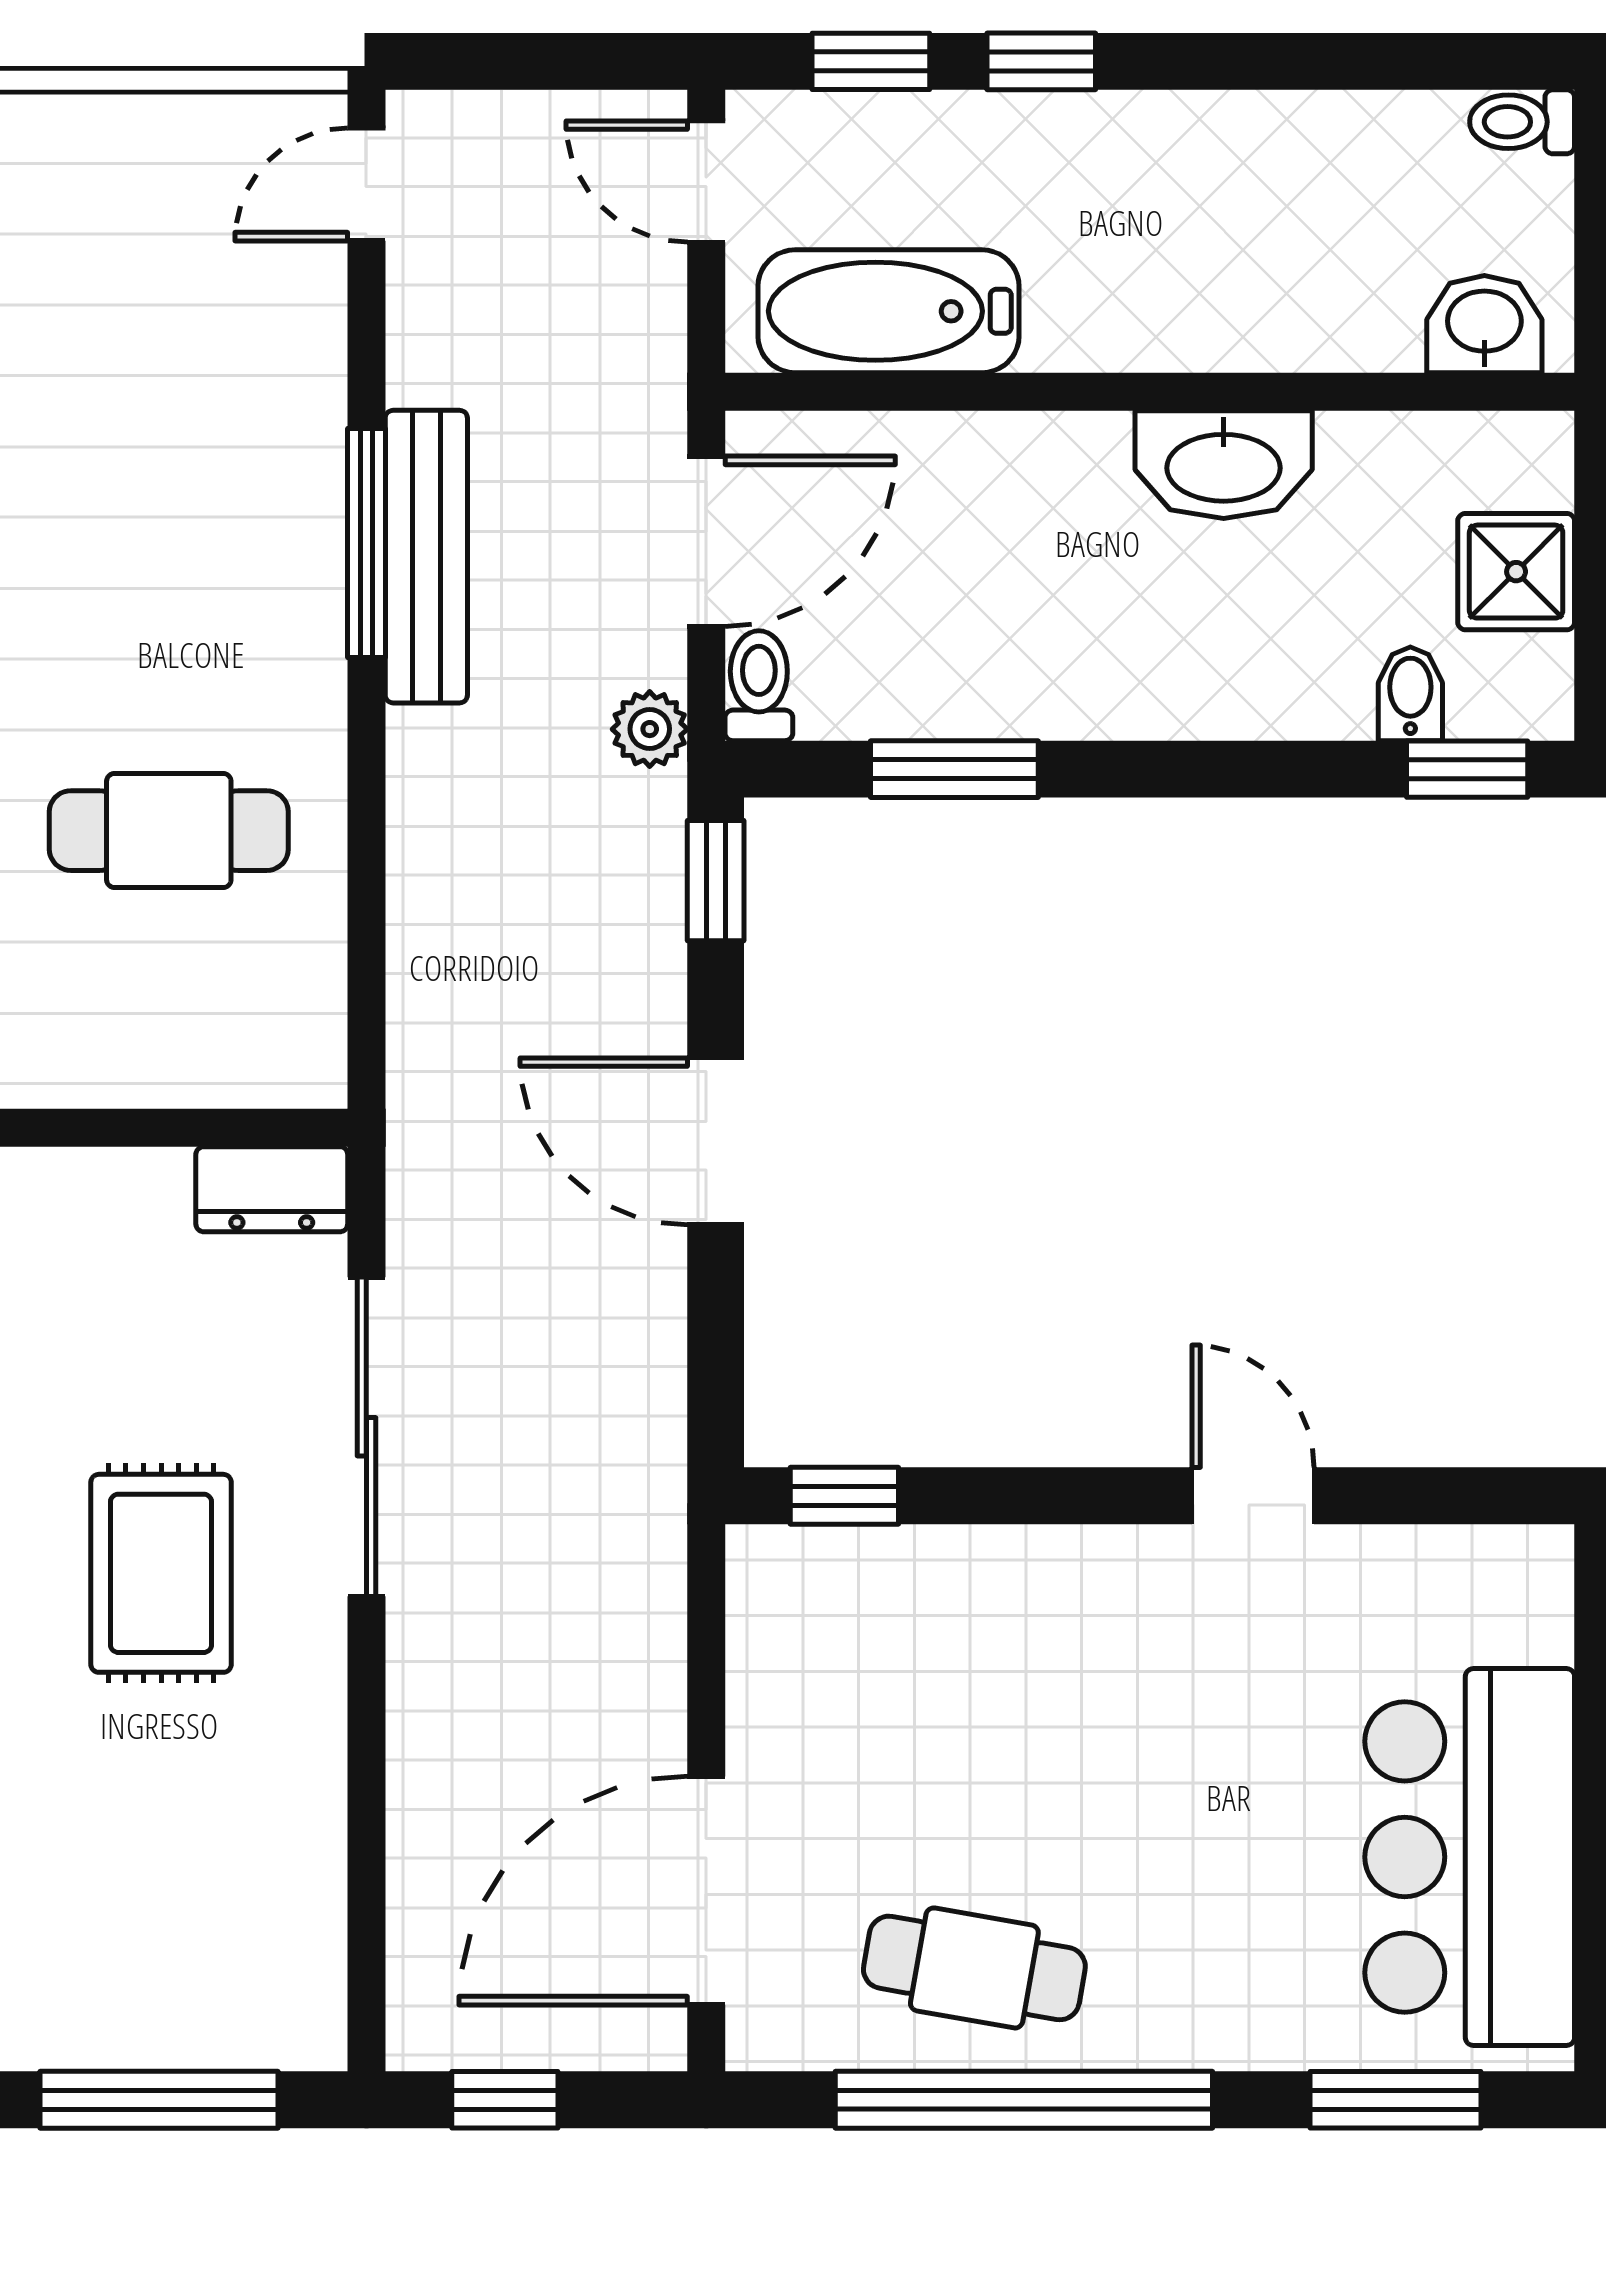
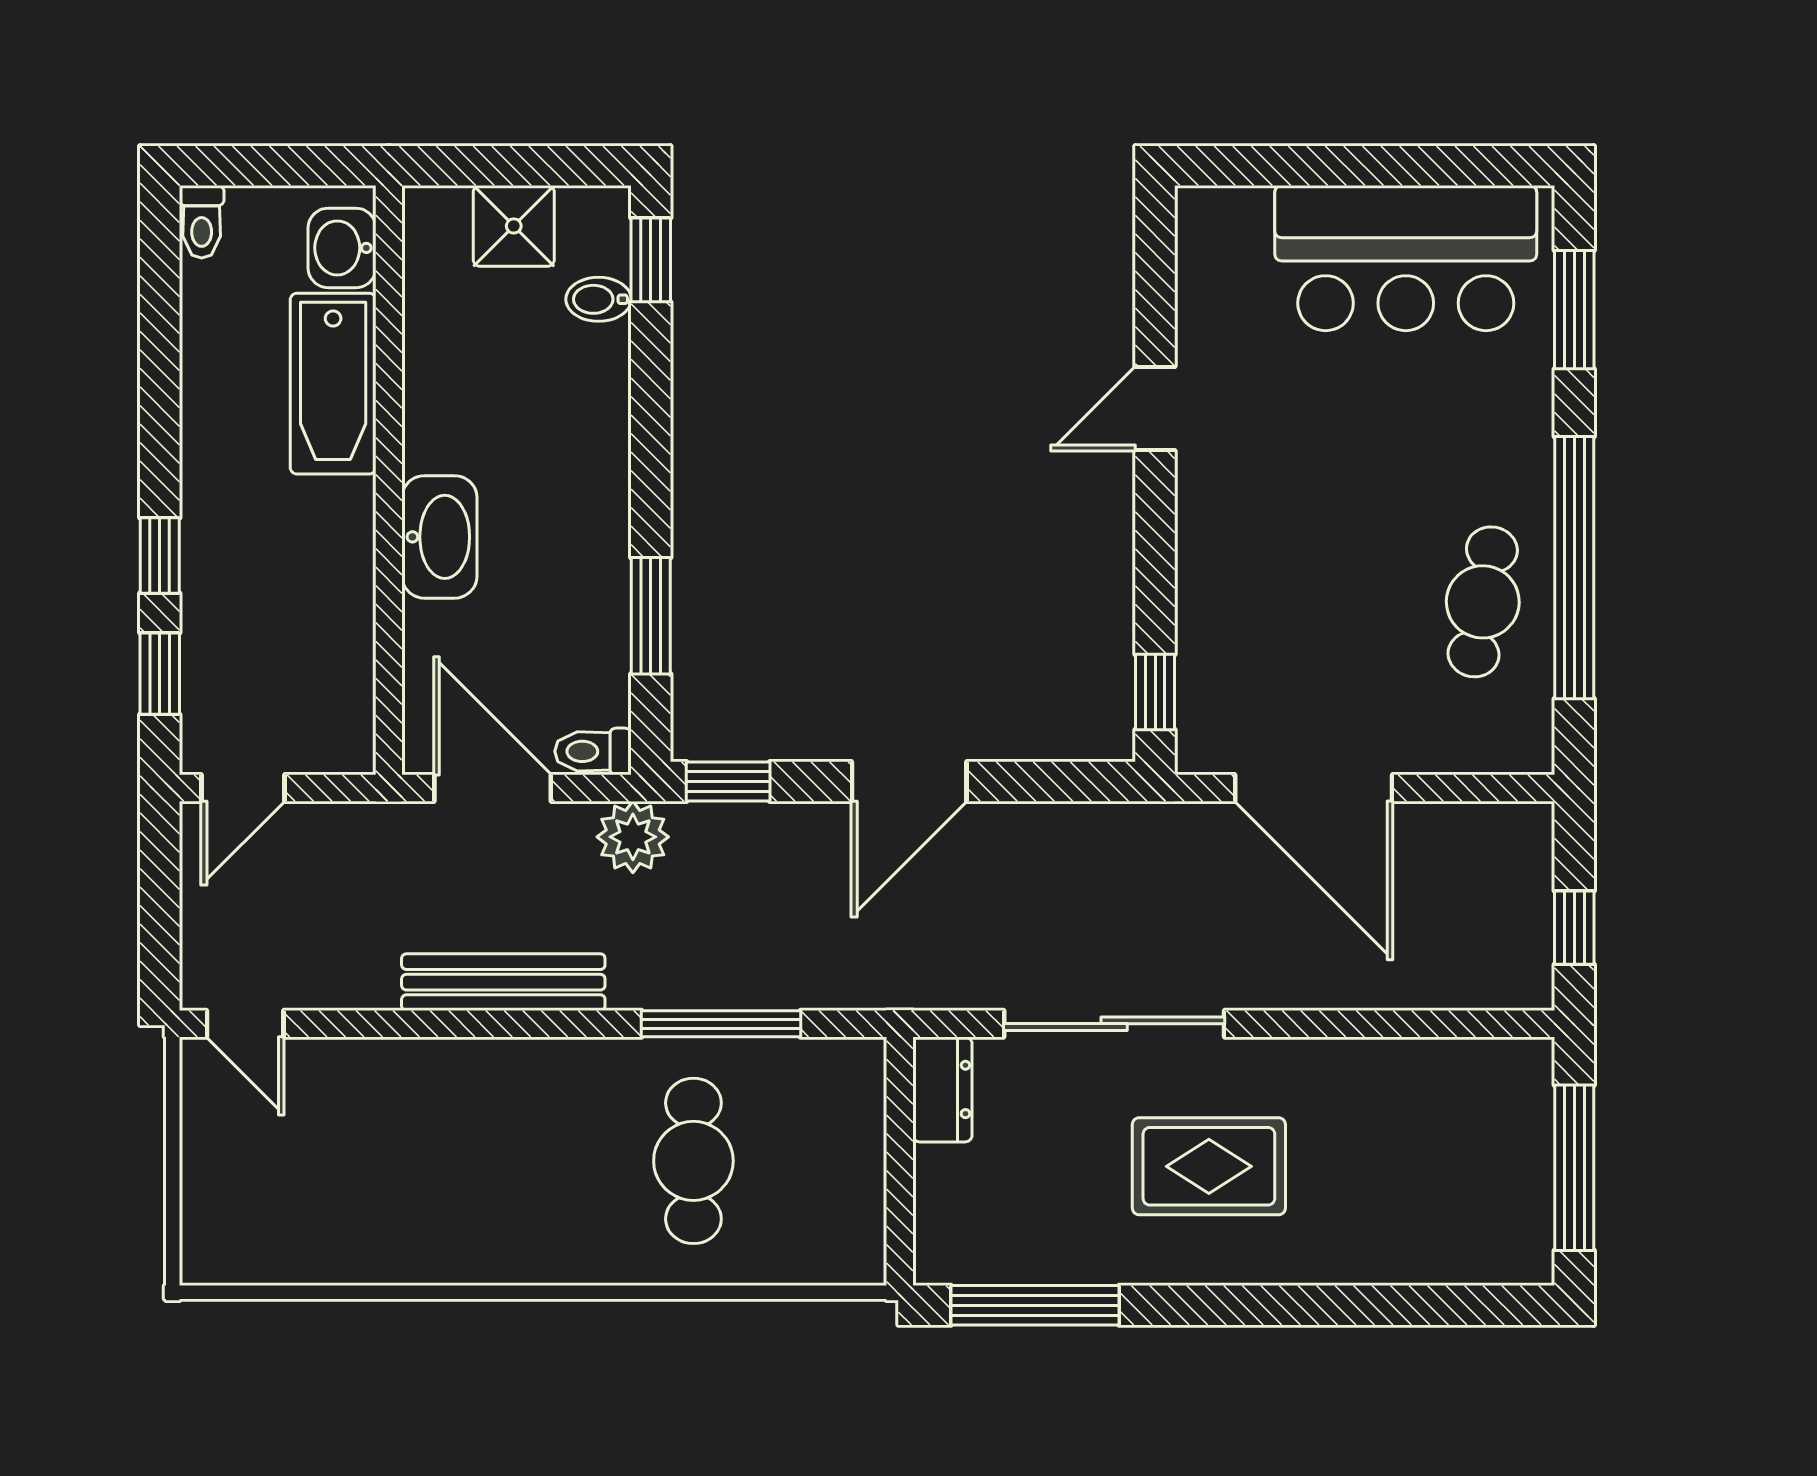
bathtub: (888, 311) -> (333, 384), moved
washbasin: (1224, 465) -> (439, 537), moved
window: (366, 543) -> (721, 1024), moved
plant: (650, 729) -> (633, 837), width x1.38, depth x1.38
door: (706, 1891) -> (1314, 788), moved

